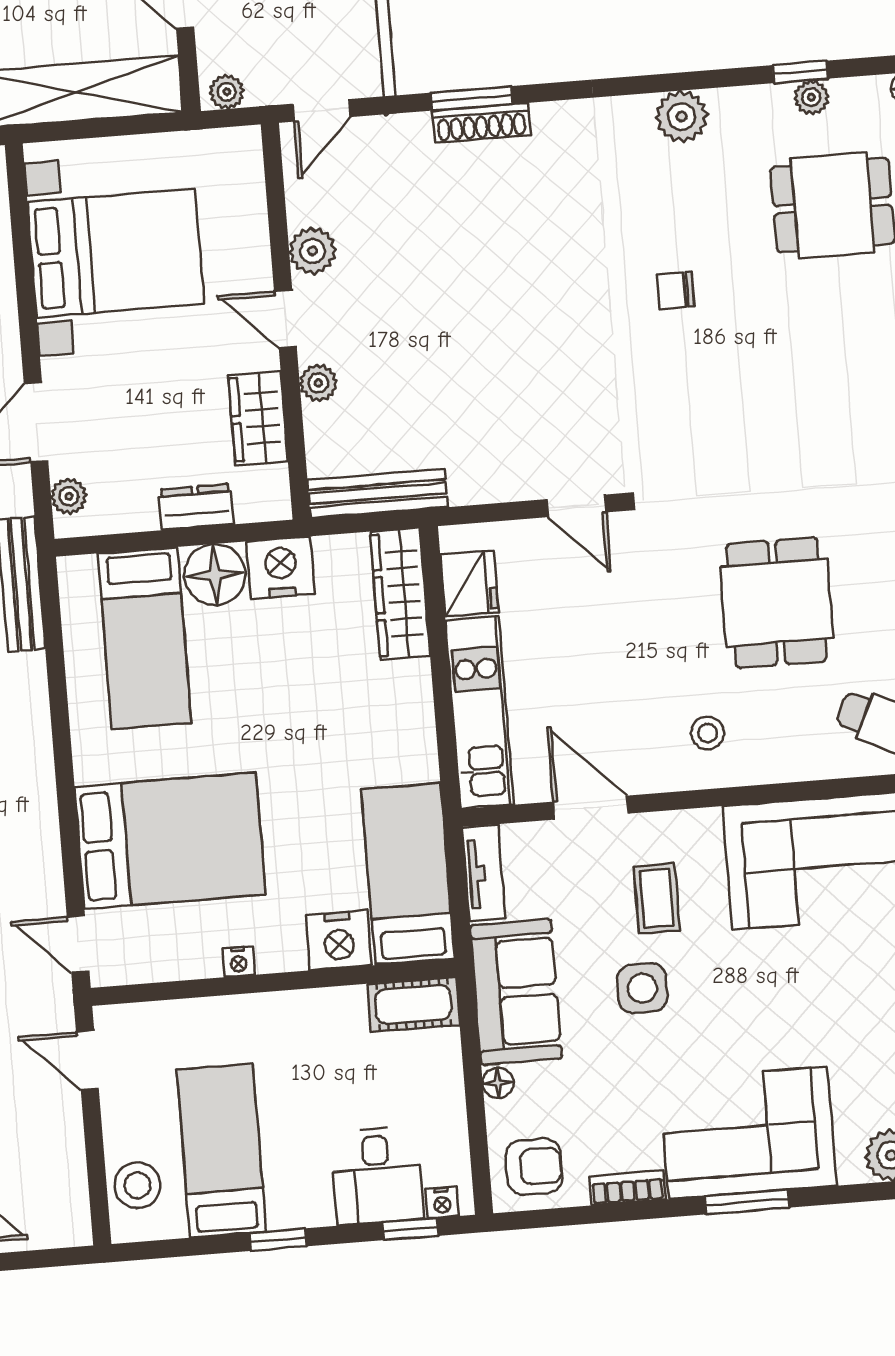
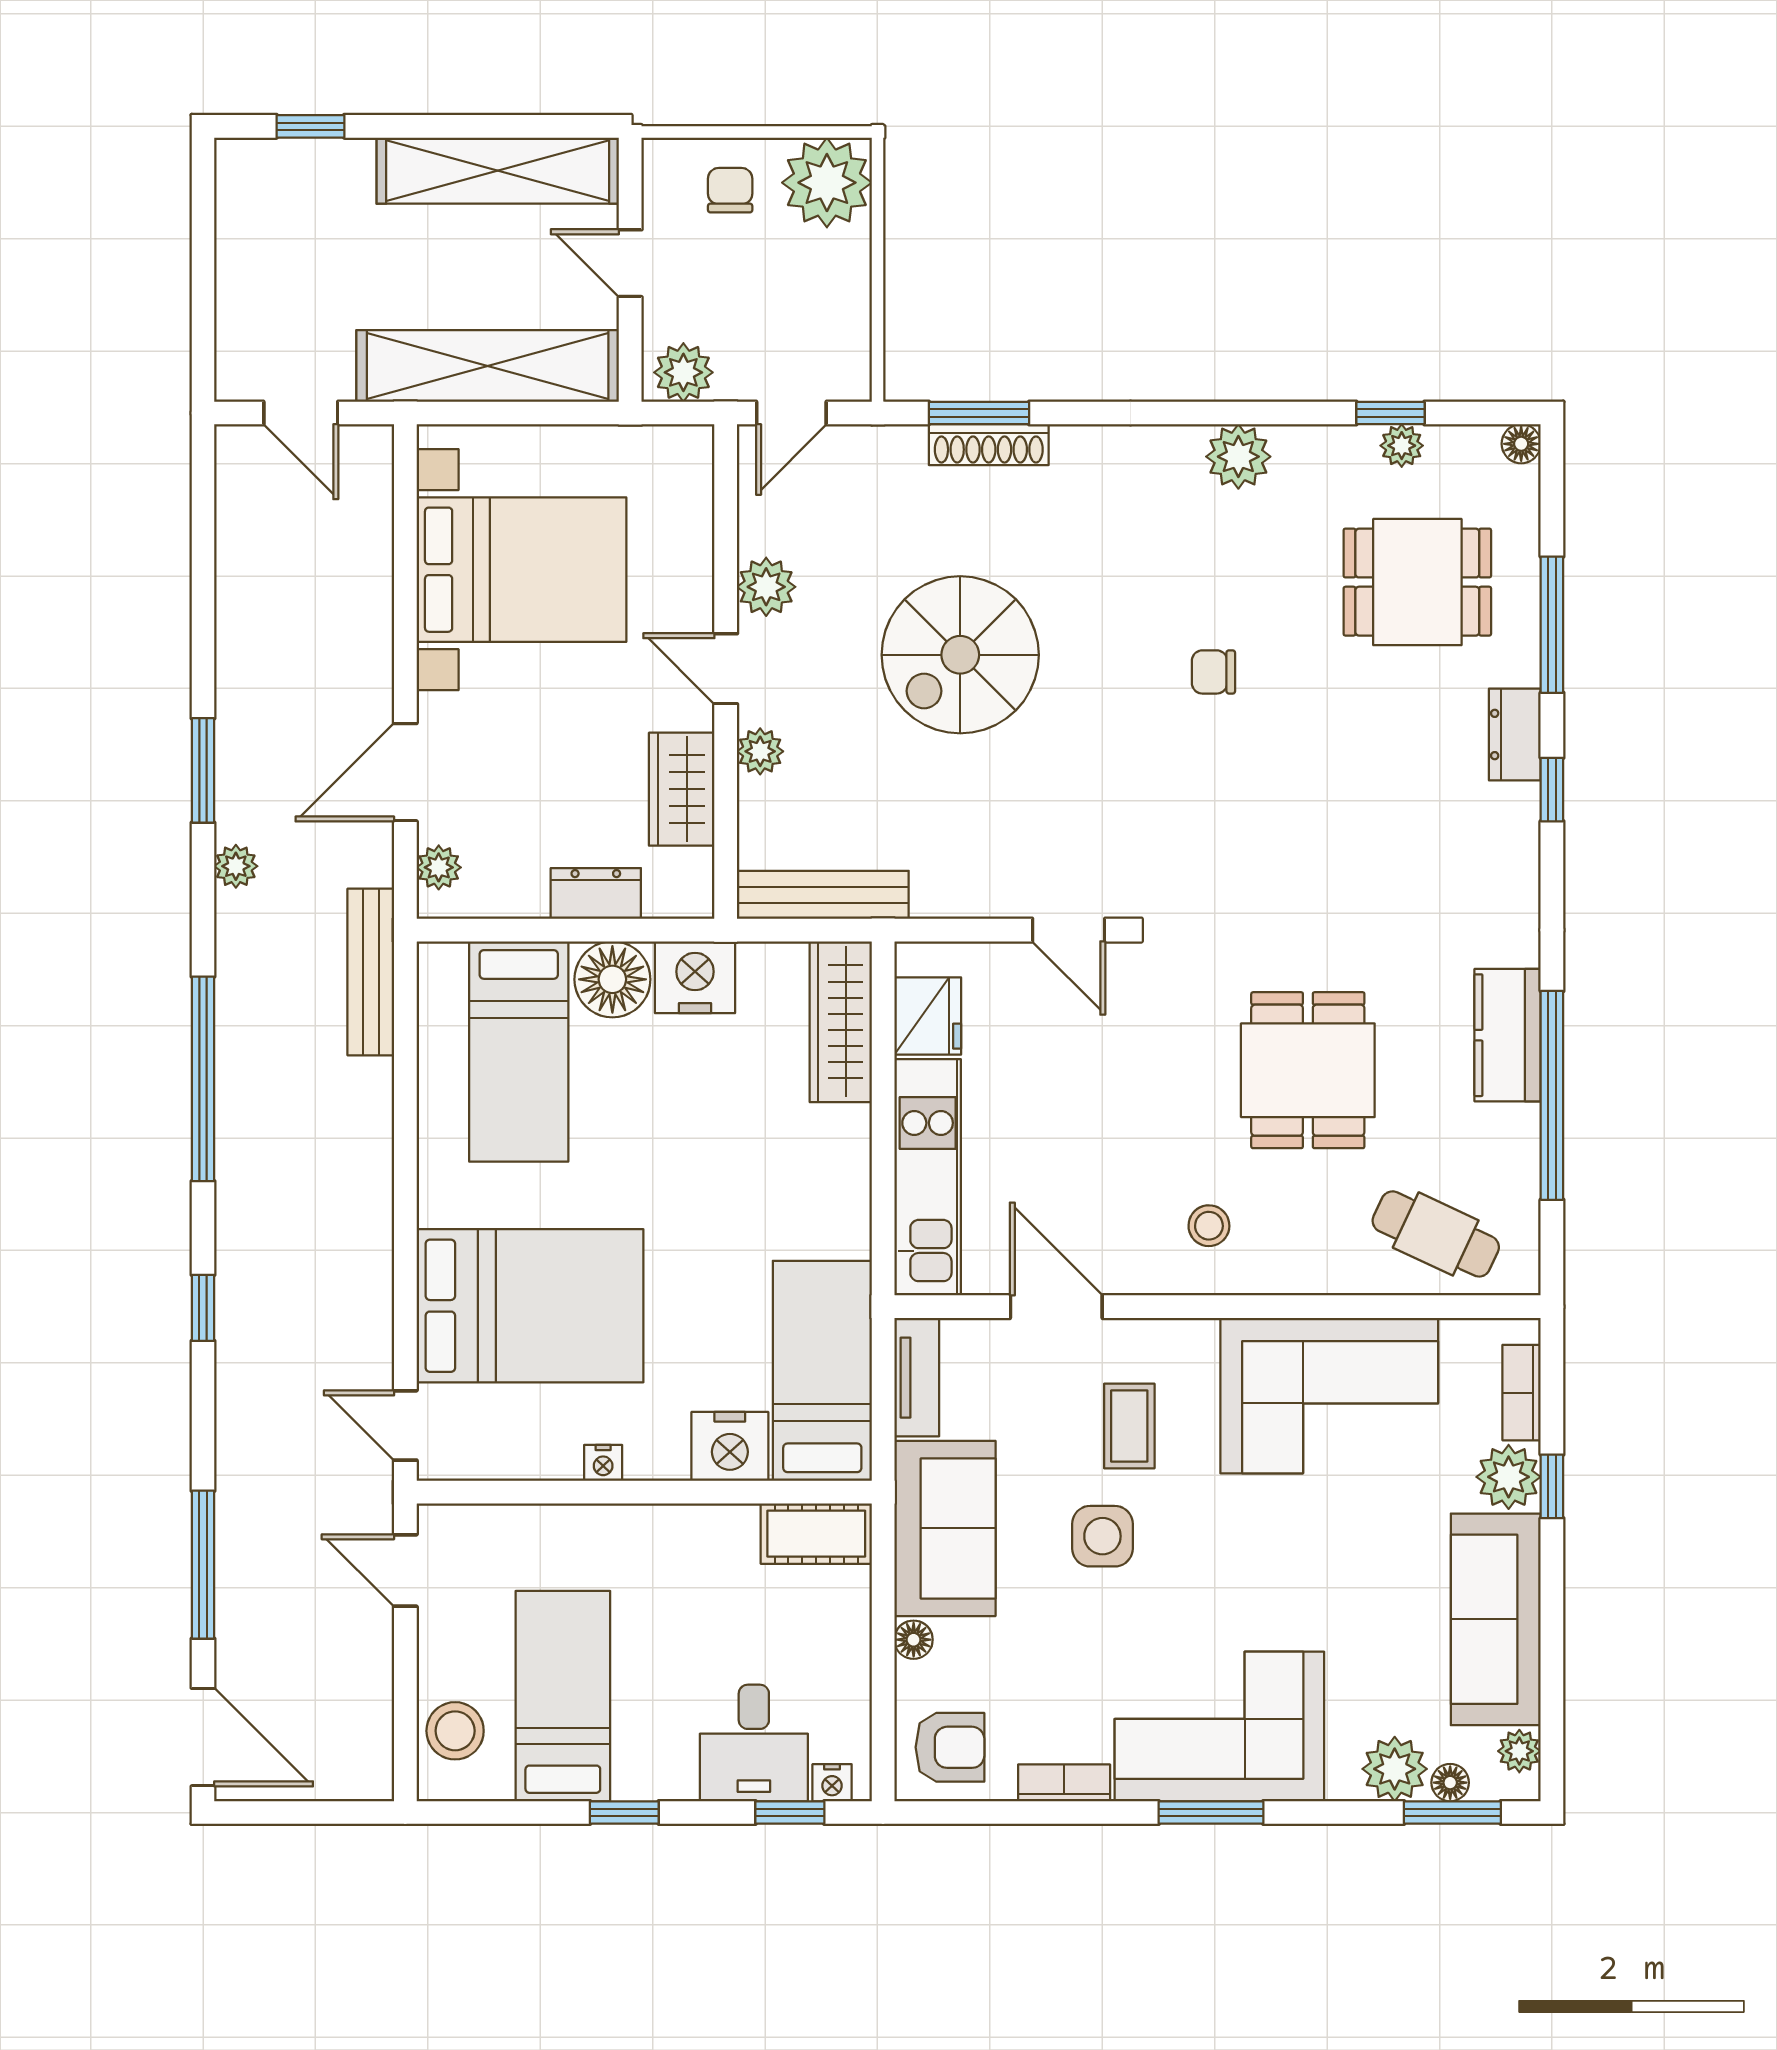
plant: (227, 92) -> (683, 372), width x1.38, depth x1.38
spiral stairs: (472, 293) -> (960, 655), added

